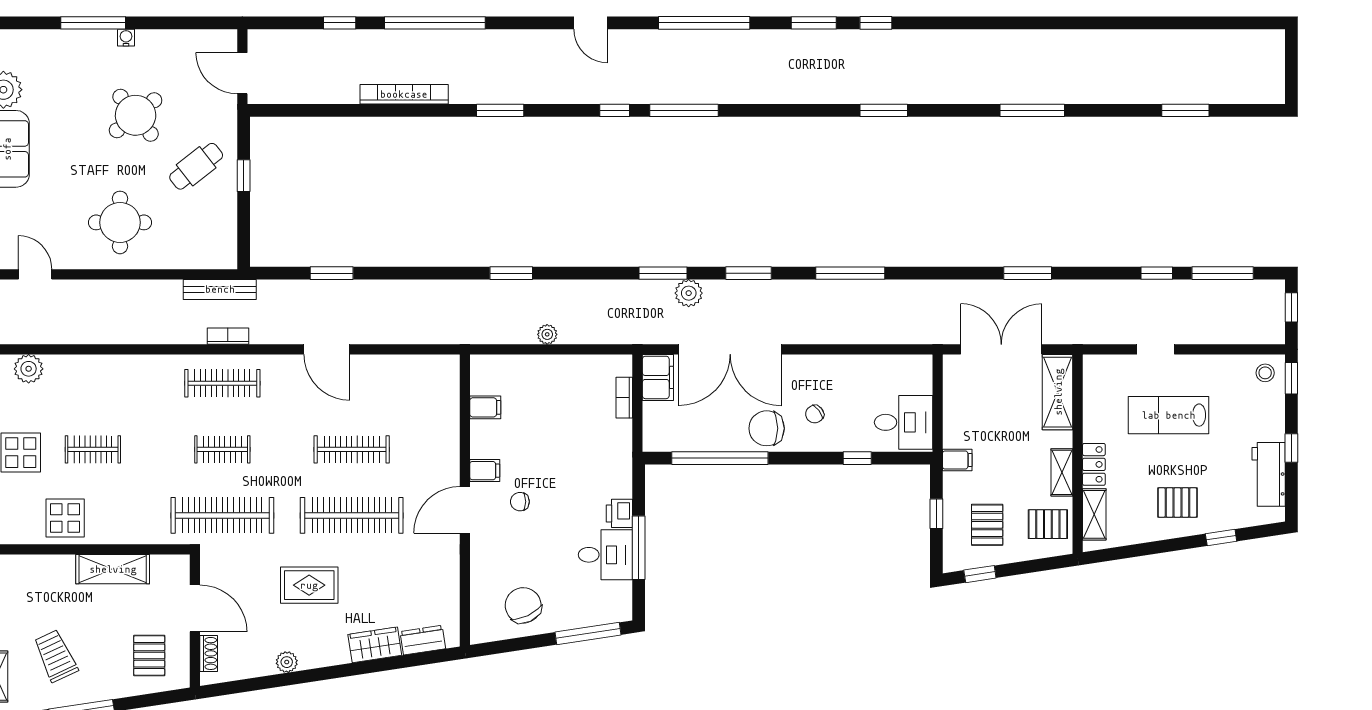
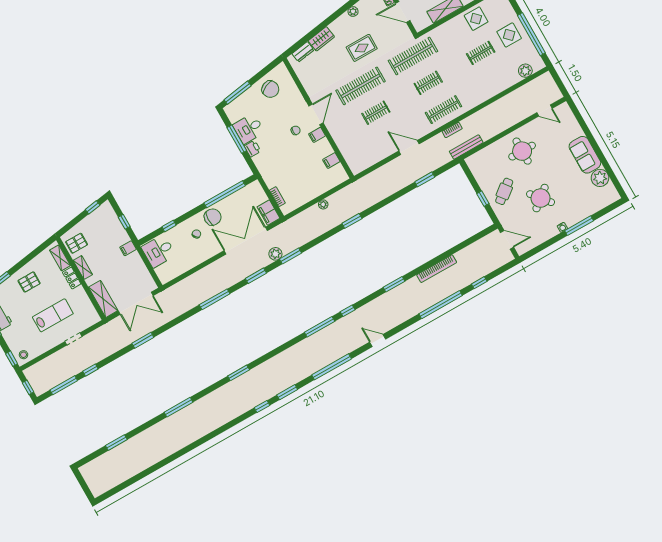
clothes rail: (352, 449) -> (376, 113), width x0.73
pallet: (987, 525) -> (101, 229), removed

